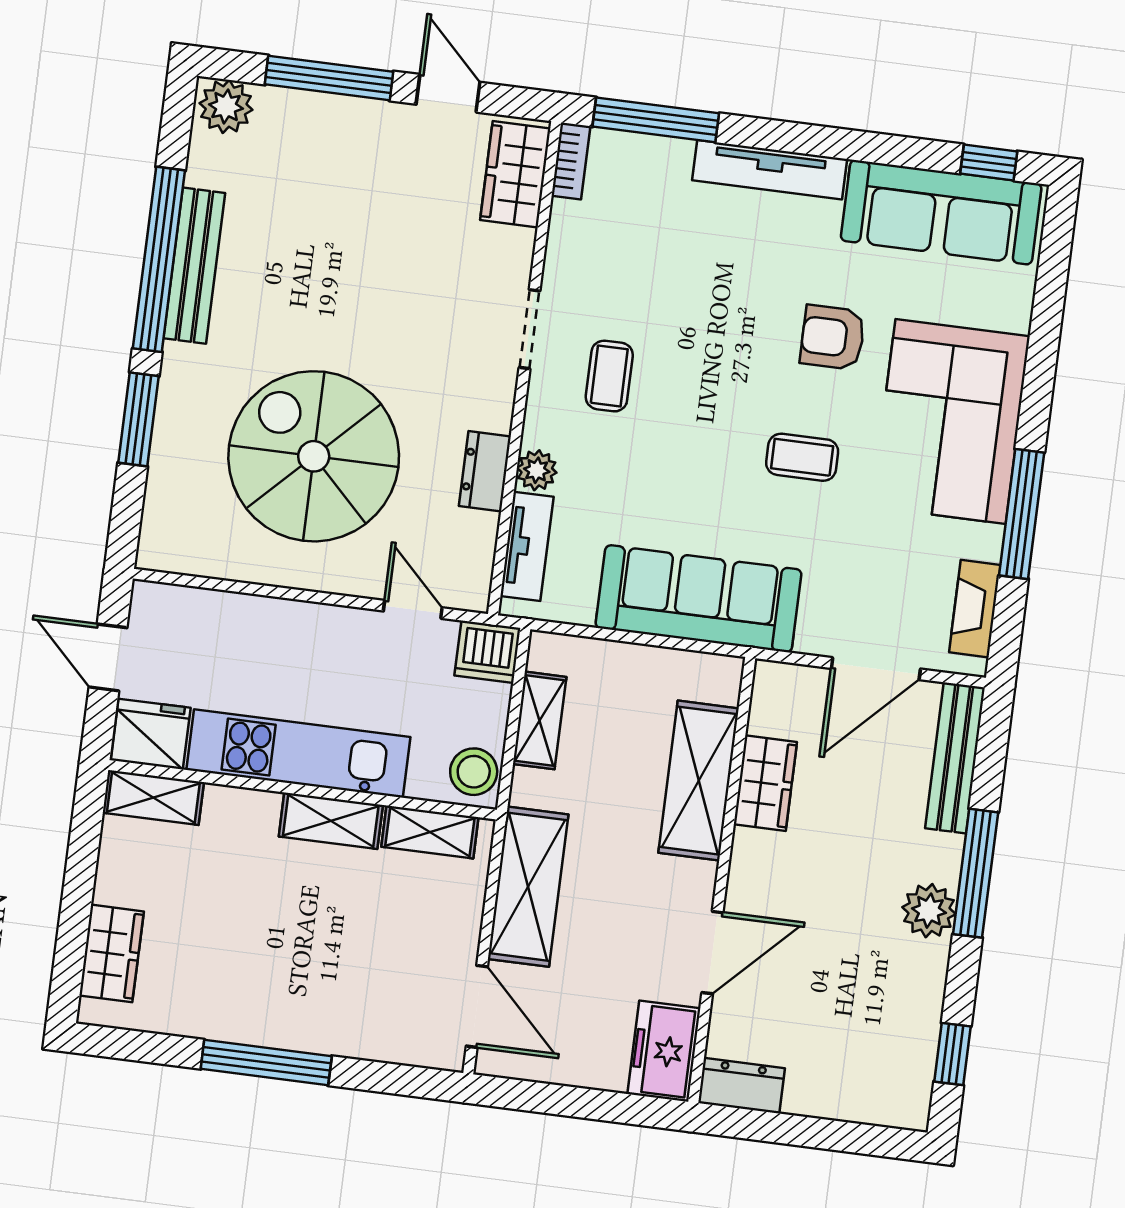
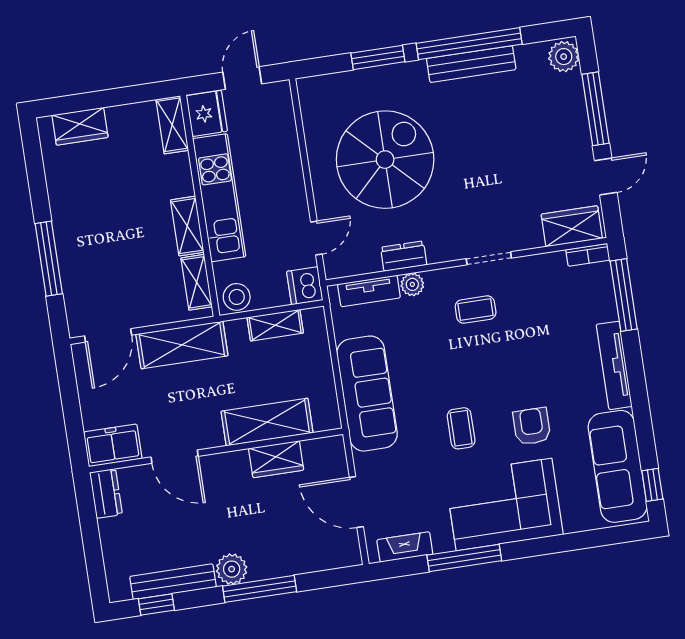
bench: (955, 758) -> (173, 582), moved
window: (266, 1063) -> (49, 259), moved

